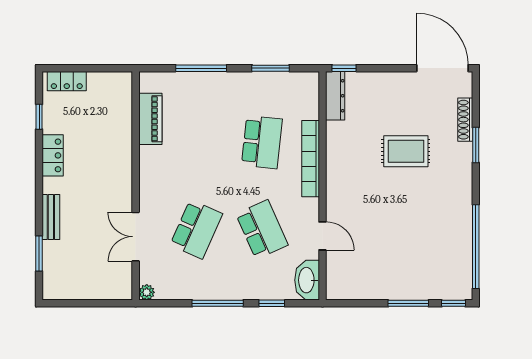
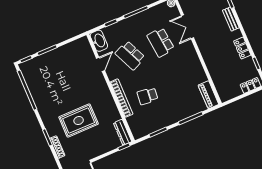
piano: (150, 119) -> (208, 95), moved
school desk: (262, 142) -> (147, 96), width x0.54
rug: (406, 151) -> (79, 121), width x1.36, depth x1.43
school desk: (196, 229) -> (161, 42), turned -30
door: (322, 236) -> (101, 64), swing flipped
double door: (136, 237) -> (187, 27), swing flipped

